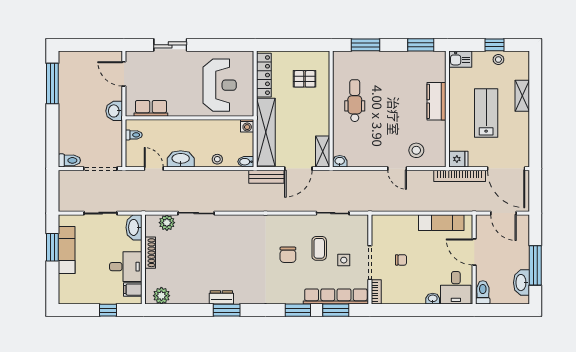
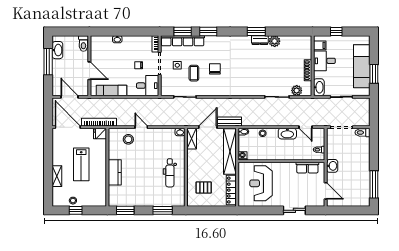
kitchen sink: (460, 59) -> (99, 201), removed
exam couch: (67, 250) -> (362, 66), width x1.36, depth x1.45
desk: (456, 288) -> (148, 86), moved, turned 90
plant: (161, 296) -> (275, 41), moved

